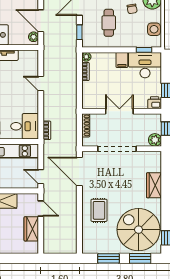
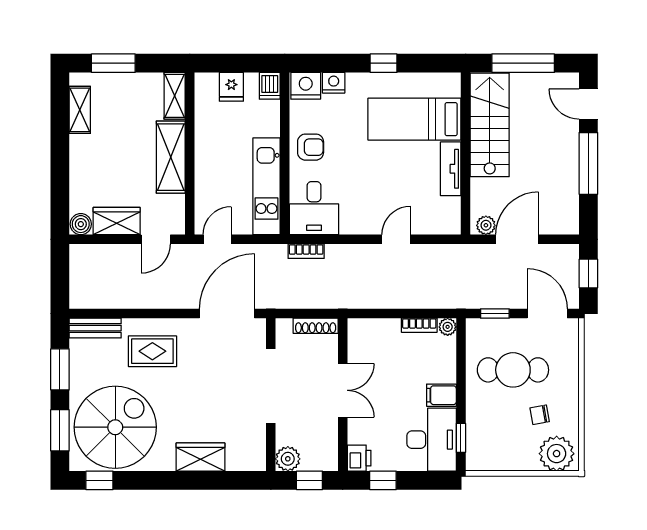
cafe table: (109, 23) -> (513, 370), width x1.37, depth x1.35
side table: (154, 29) -> (500, 457), removed
bench: (87, 240) -> (95, 328), added
boiler: (33, 248) -> (81, 224), added

